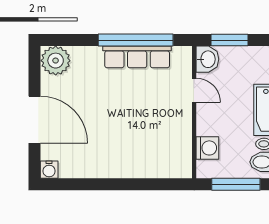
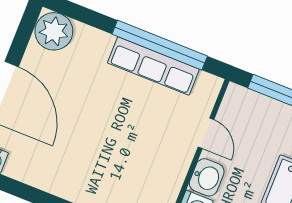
washbasin: (207, 59) -> (207, 177), moved

